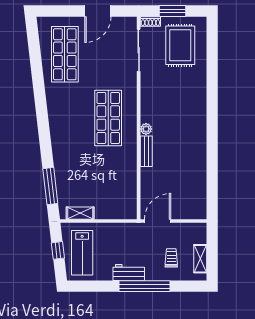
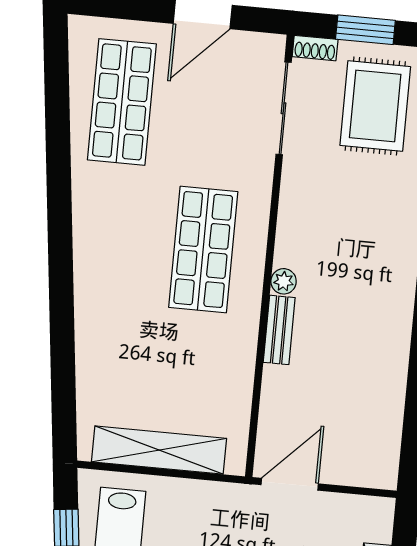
window: (50, 186) -> (63, 386), removed
shelving: (80, 213) -> (159, 450), width x2.20, depth x1.33

